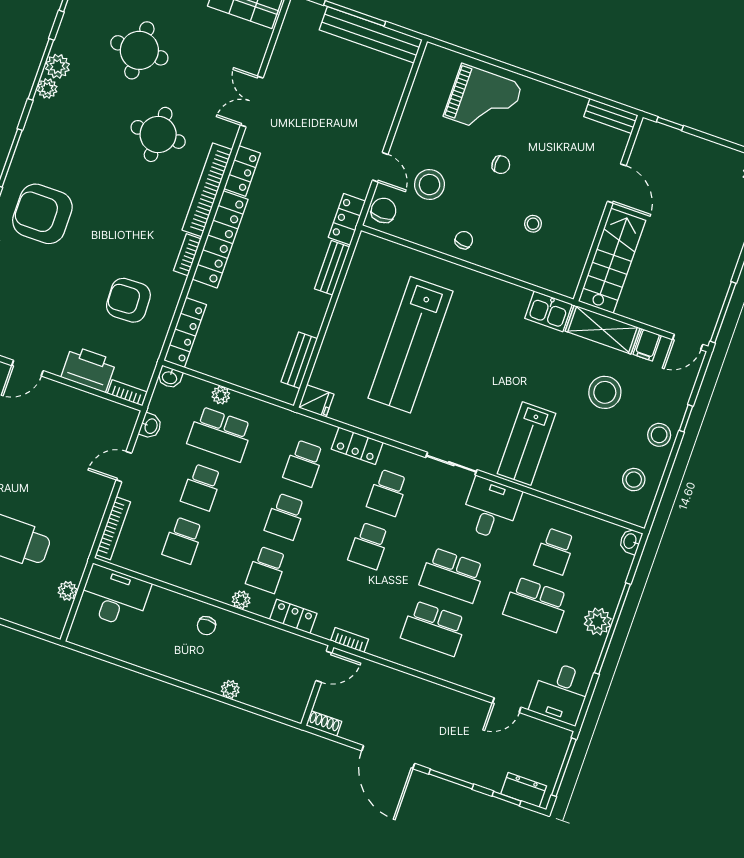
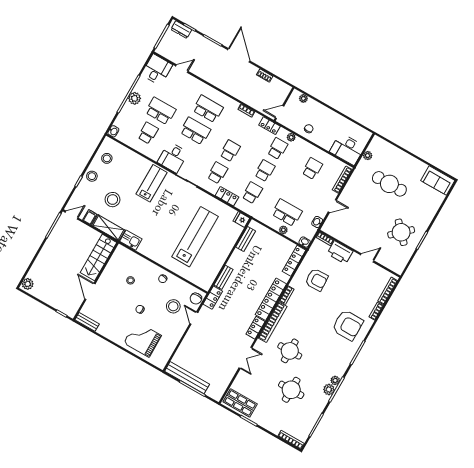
school desk: (201, 487) -> (300, 191), removed
door: (324, 667) -> (280, 112), moved
wall: (317, 686) -> (284, 104), moved

